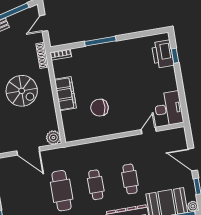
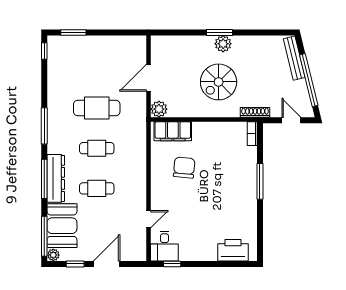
window: (175, 56) -> (172, 264), moved
filing cabinet: (65, 94) -> (173, 131), moved
desk: (169, 109) -> (164, 246), width x0.73
door: (149, 130) -> (149, 219), hinge flipped

